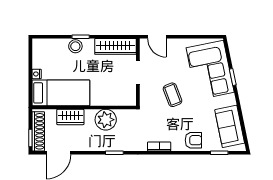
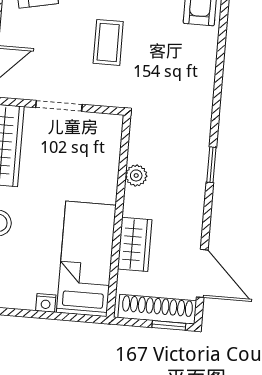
coffee table: (173, 95) -> (108, 42), turned -69
plant: (106, 120) -> (136, 175), width x0.53, depth x0.53
bookcase: (159, 146) -> (206, 77), removed

